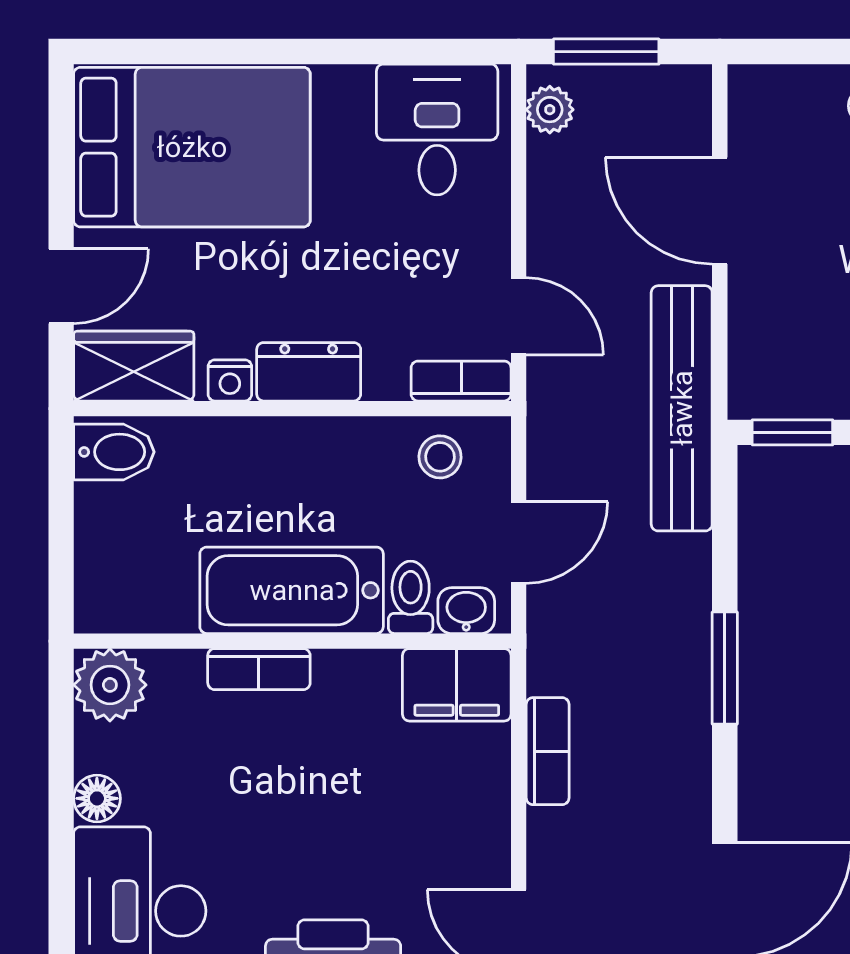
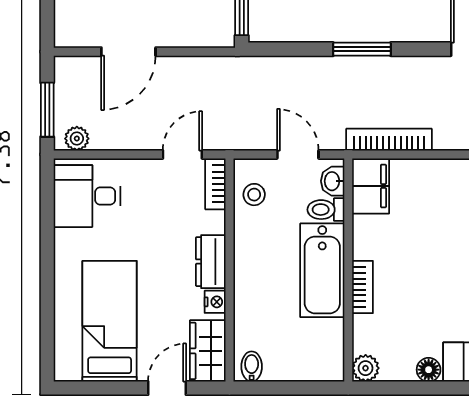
bed: (192, 147) -> (110, 321), width x0.67
door: (61, 286) -> (167, 388), hinge flipped
bench: (682, 408) -> (229, 71), removed
bidet: (114, 452) -> (252, 366), width x0.72, depth x0.74
plant: (110, 685) -> (366, 368), width x0.73, depth x0.73
bookcase: (548, 751) -> (389, 140), width x1.56

